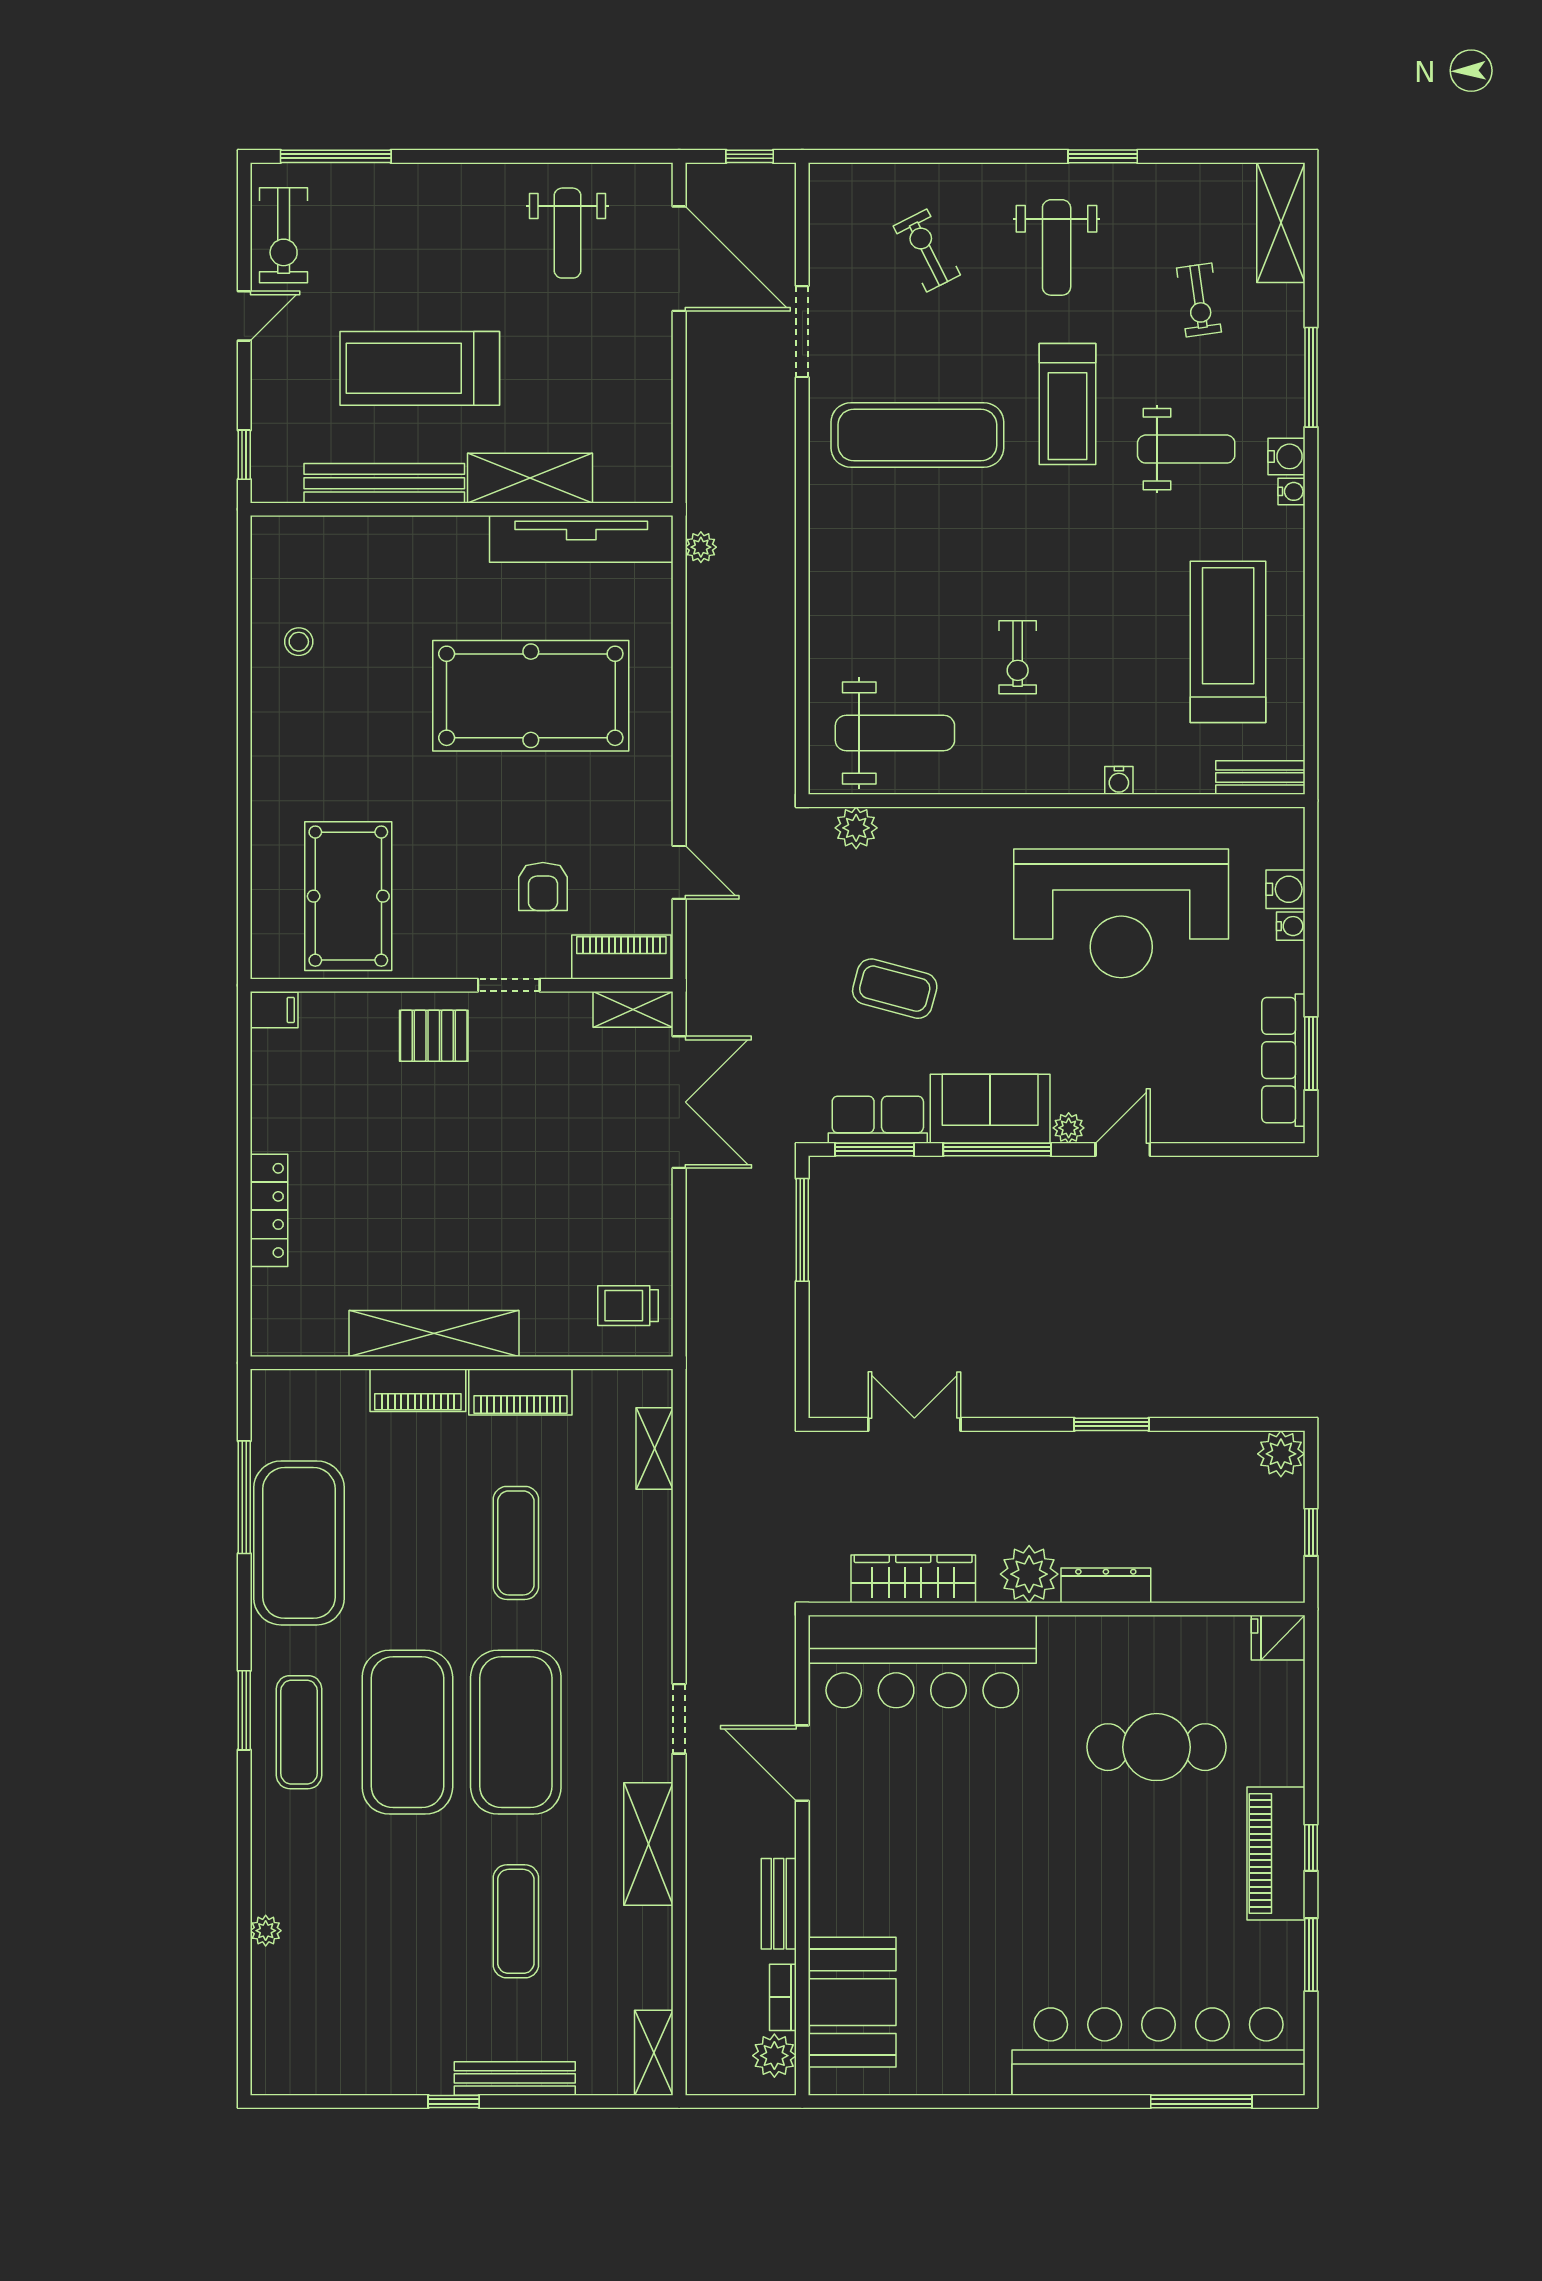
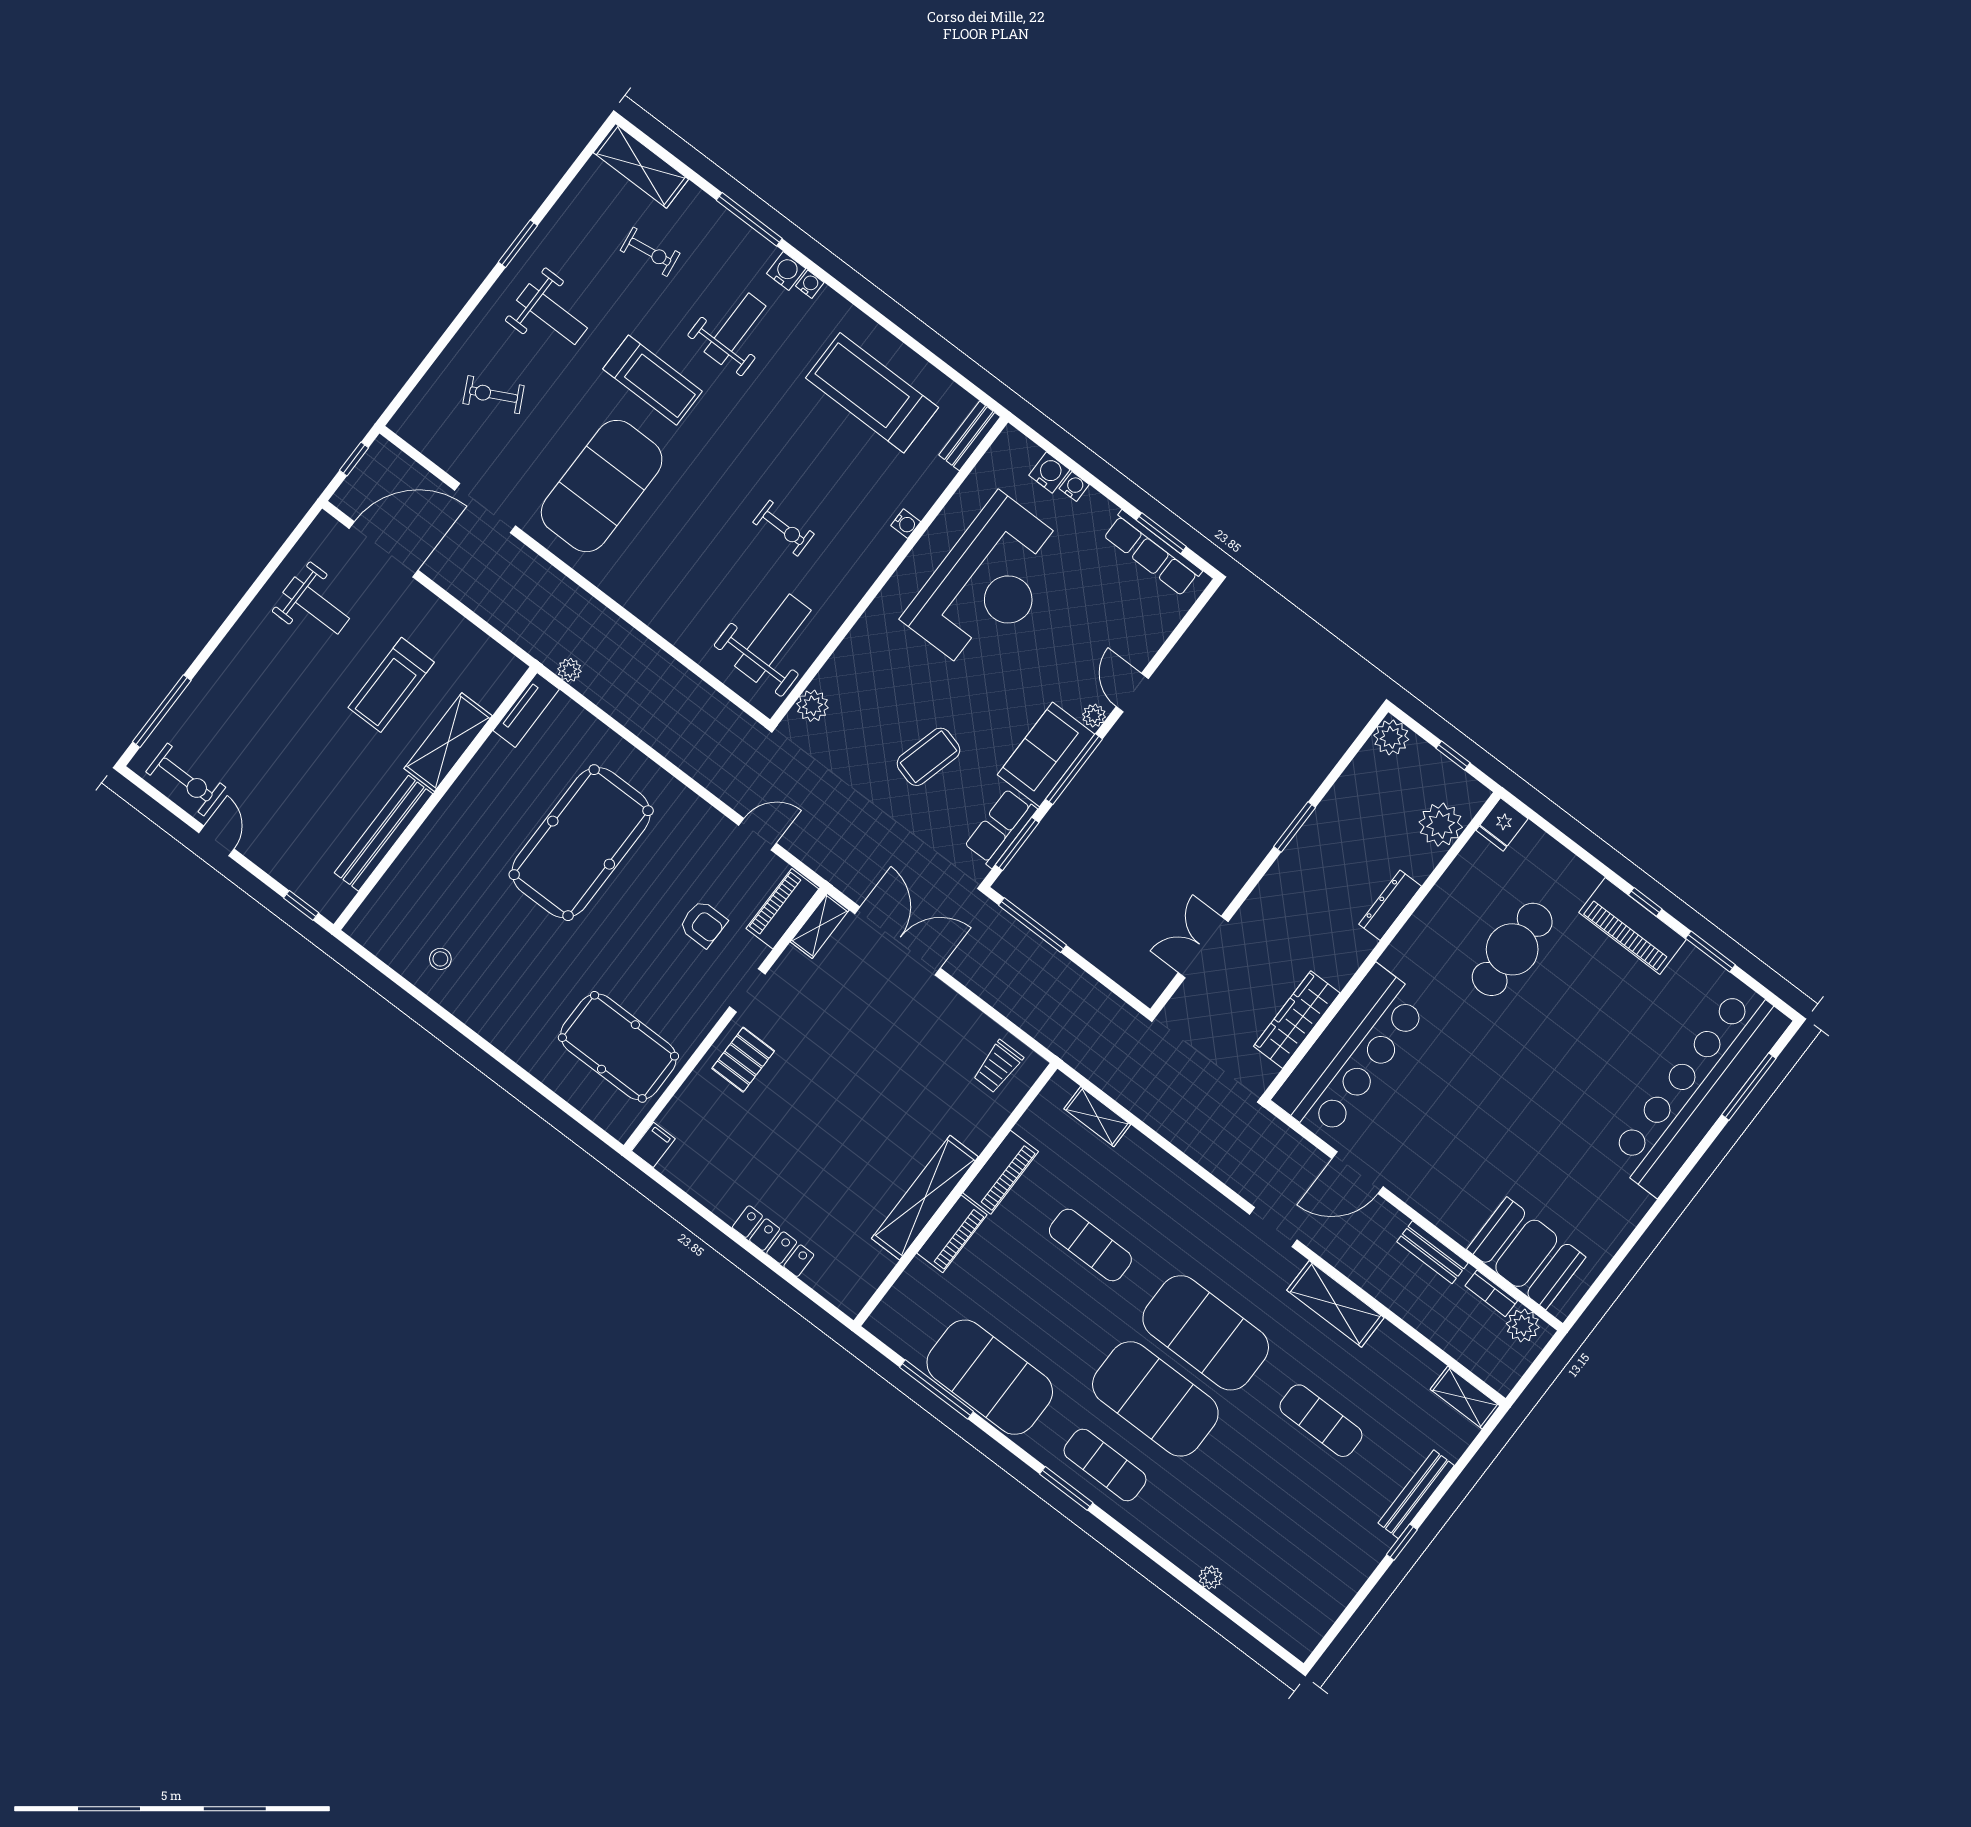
treadmill: (420, 368) -> (391, 685), moved, width x0.73, depth x0.73
exercise mat: (917, 435) -> (602, 486), width x1.47
tv unit: (581, 539) -> (526, 710), width x0.52, depth x0.78
plant: (1029, 1574) -> (1441, 825), moved

